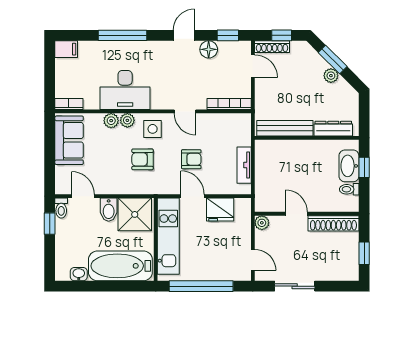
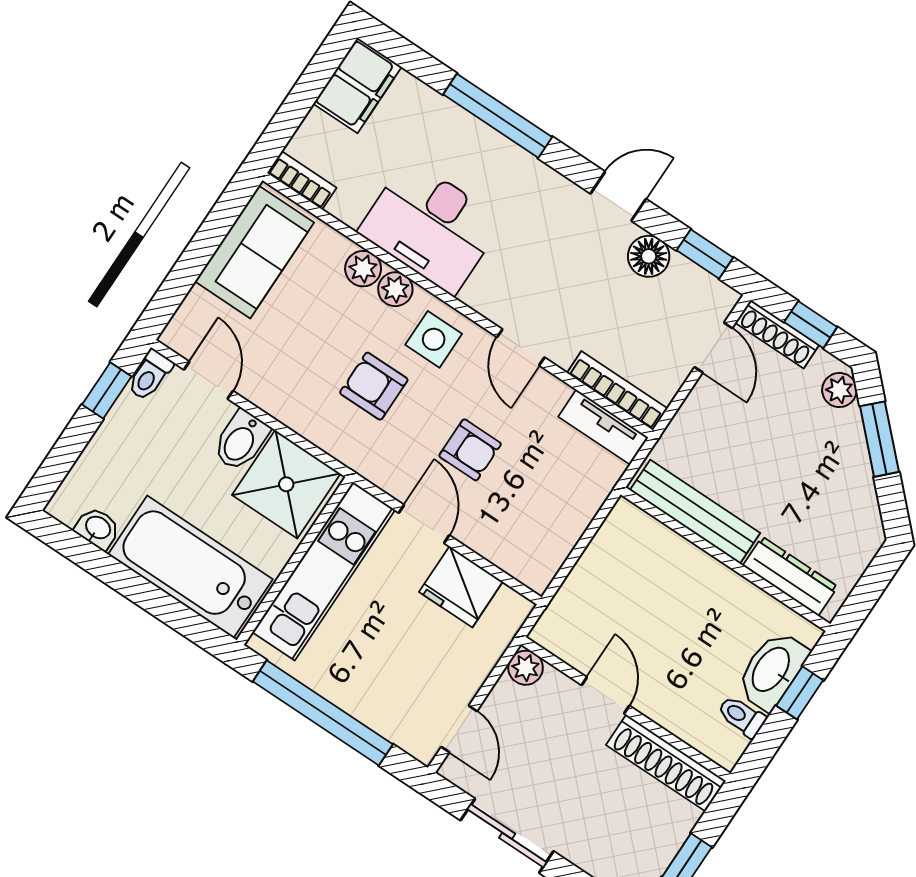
filing cabinet: (66, 49) -> (357, 85), width x2.00
plant: (331, 76) -> (839, 390), moved
tv unit: (244, 165) -> (603, 427), moved, turned -90

